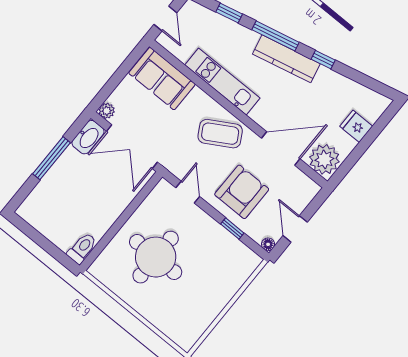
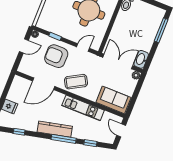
window: (323, 60) -> (19, 132), moved
window: (51, 158) -> (161, 30), moved
plant: (324, 159) -> (20, 85), removed
door: (188, 192) -> (83, 48), swing flipped
armchair: (242, 192) -> (56, 56), turned 90
door: (295, 229) -> (24, 46), hinge flipped

